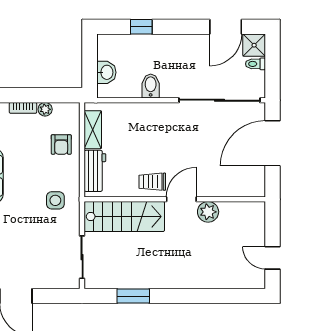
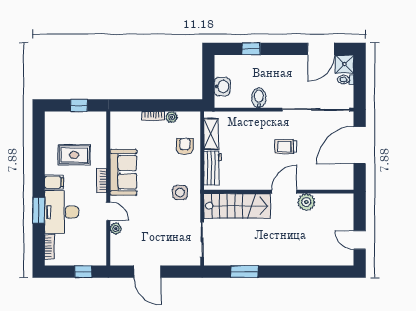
armchair: (61, 144) -> (185, 146), turned 180
trolley: (152, 182) -> (285, 147), moved

